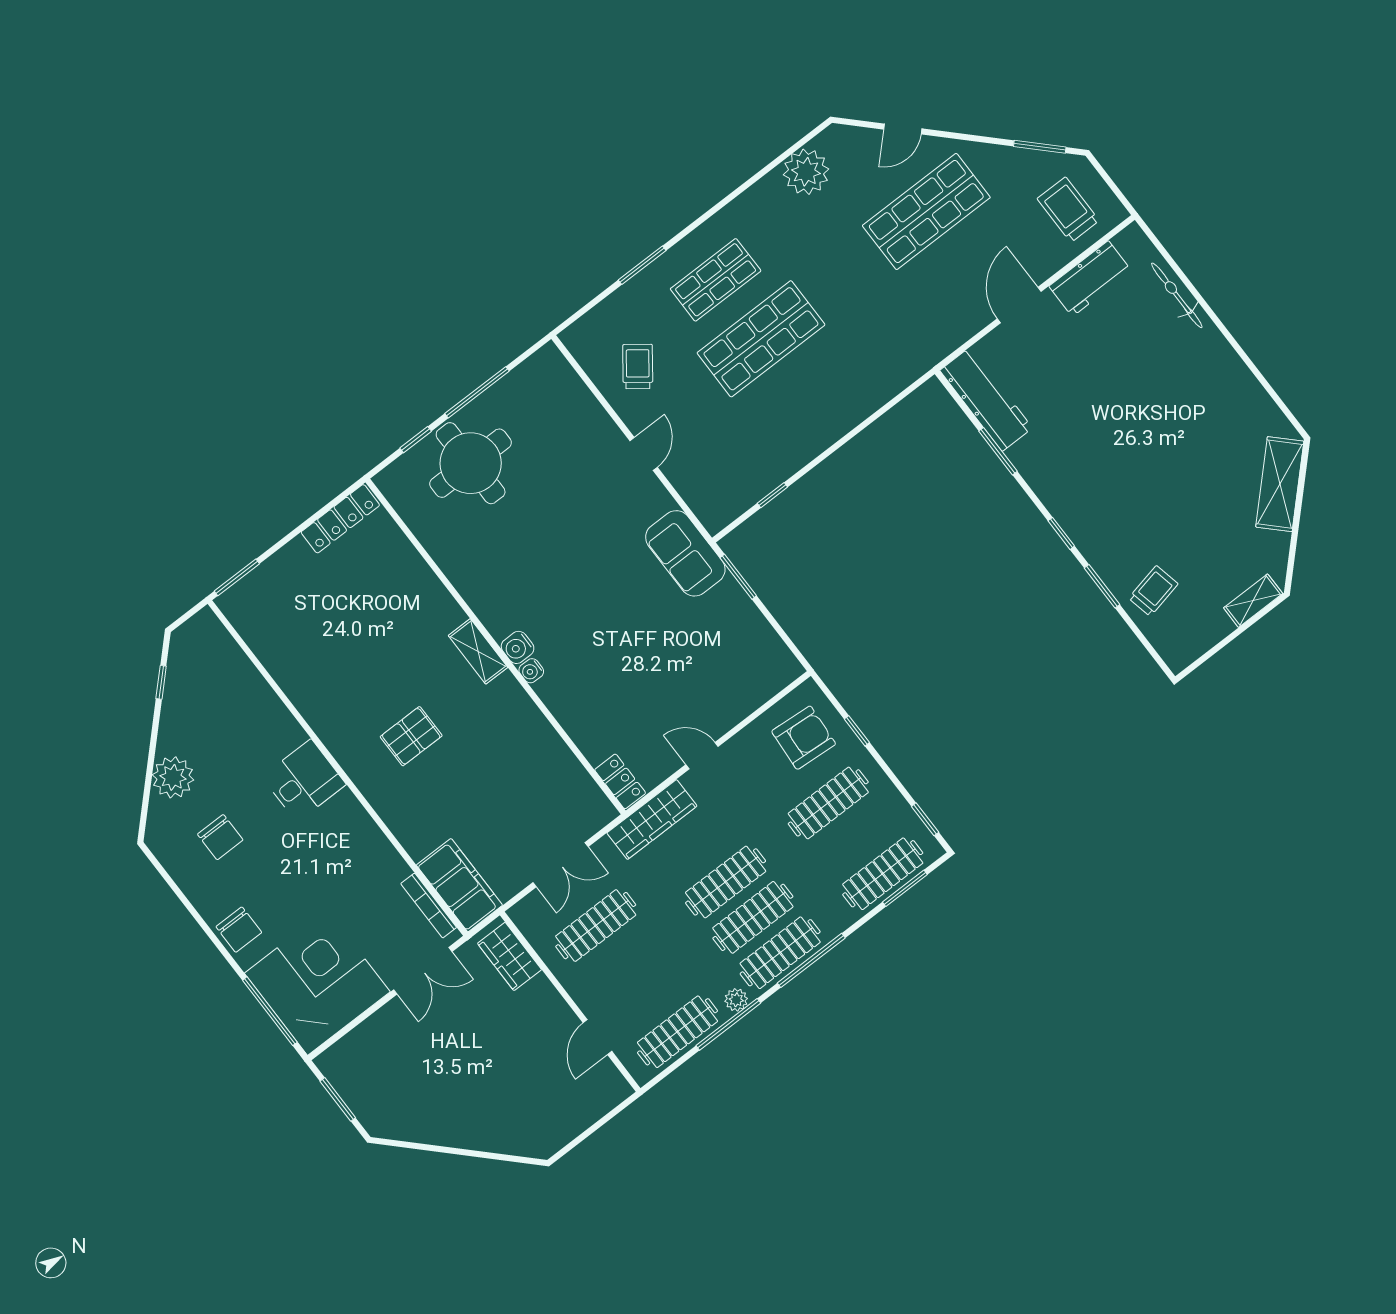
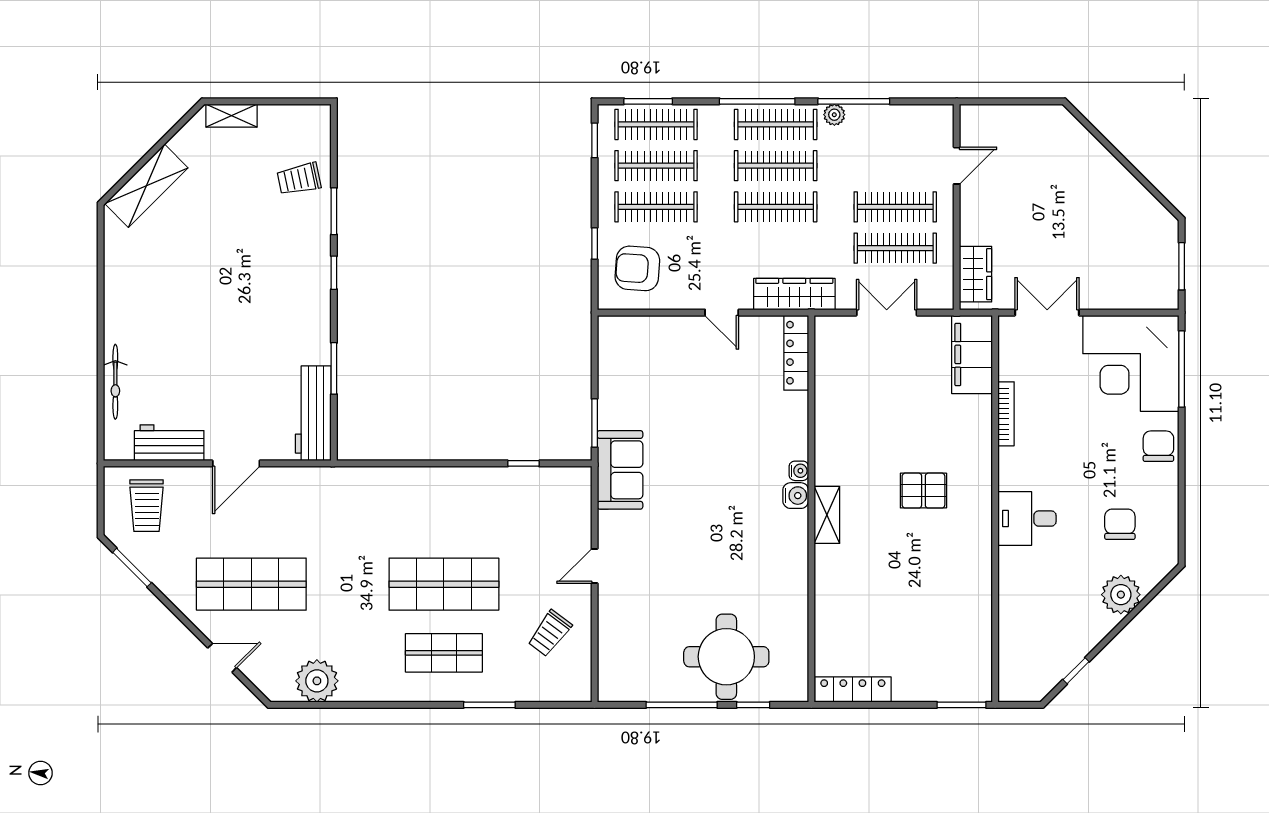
locker: (620, 781) -> (796, 353), width x1.53
clothes rail: (856, 838) -> (656, 166), added
bookcase: (429, 906) -> (1006, 414), moved
clothes rail: (678, 1032) -> (895, 207), moved

